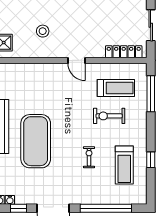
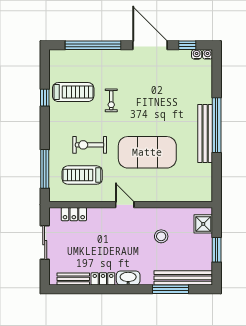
locker: (124, 52) -> (74, 214), width x0.66
exercise bike: (109, 116) -> (90, 145), turned 180
exercise mat: (36, 141) -> (147, 152), moved, turned 90
treadmill: (124, 165) -> (73, 92), turned 90

